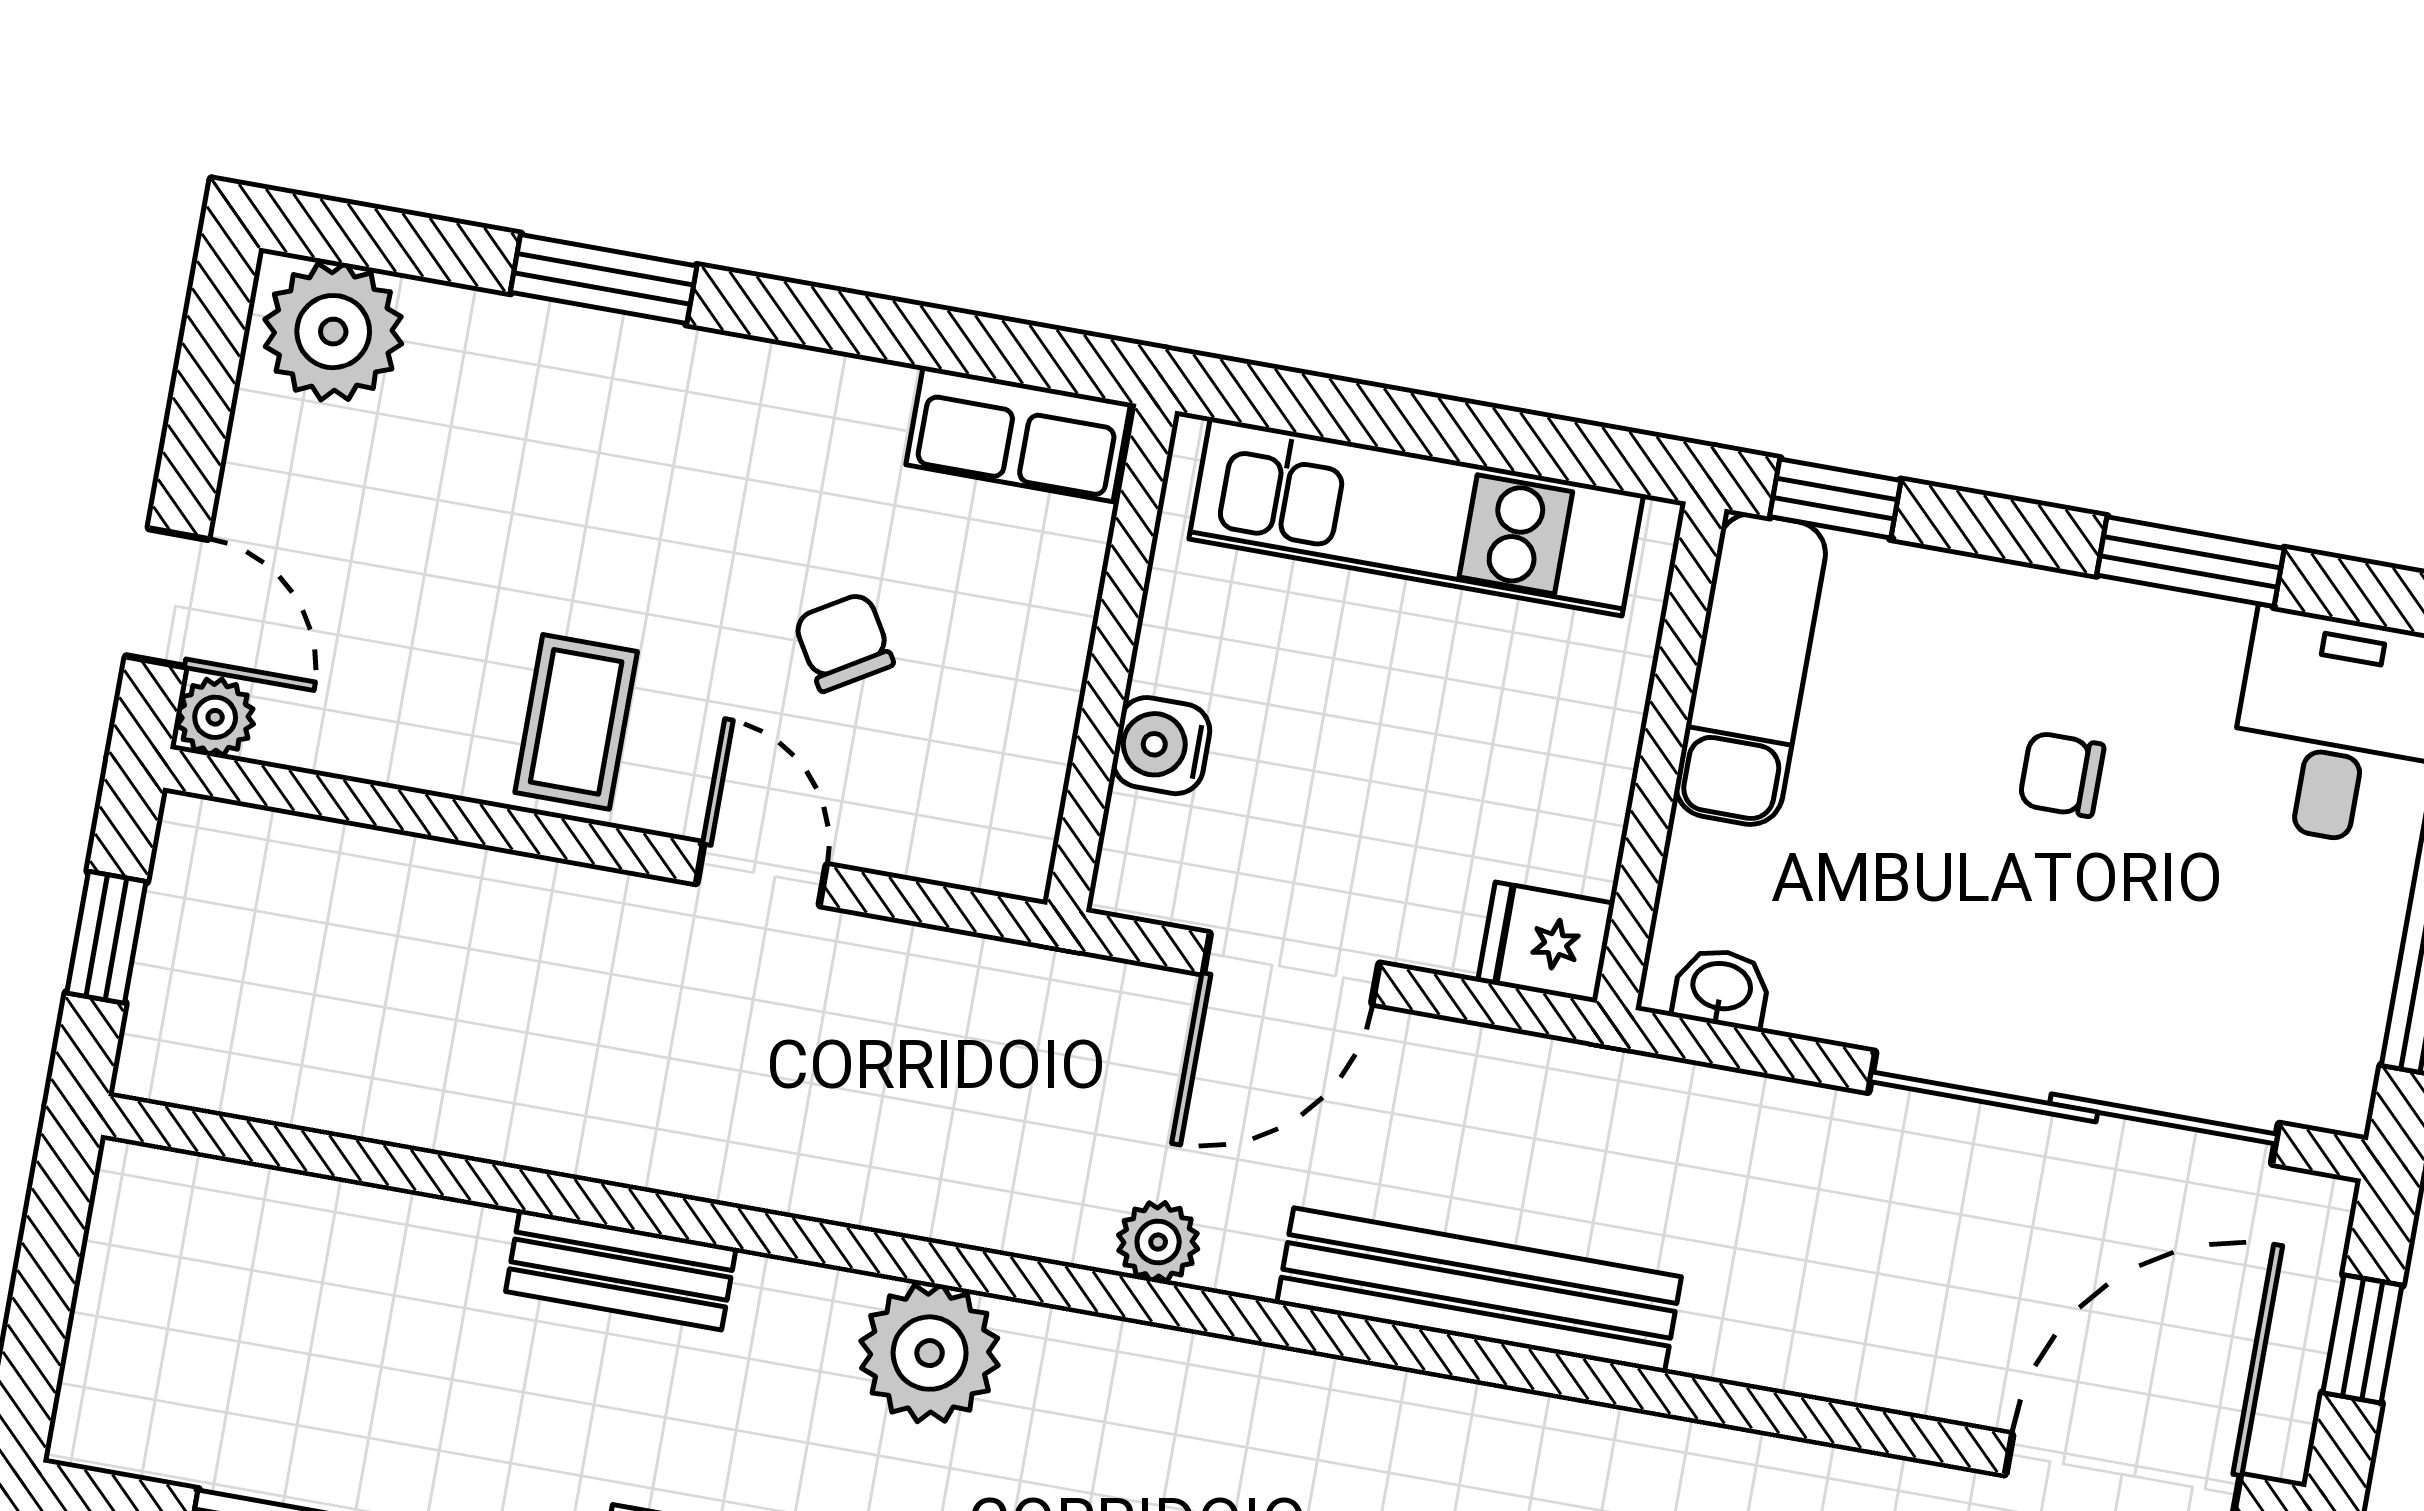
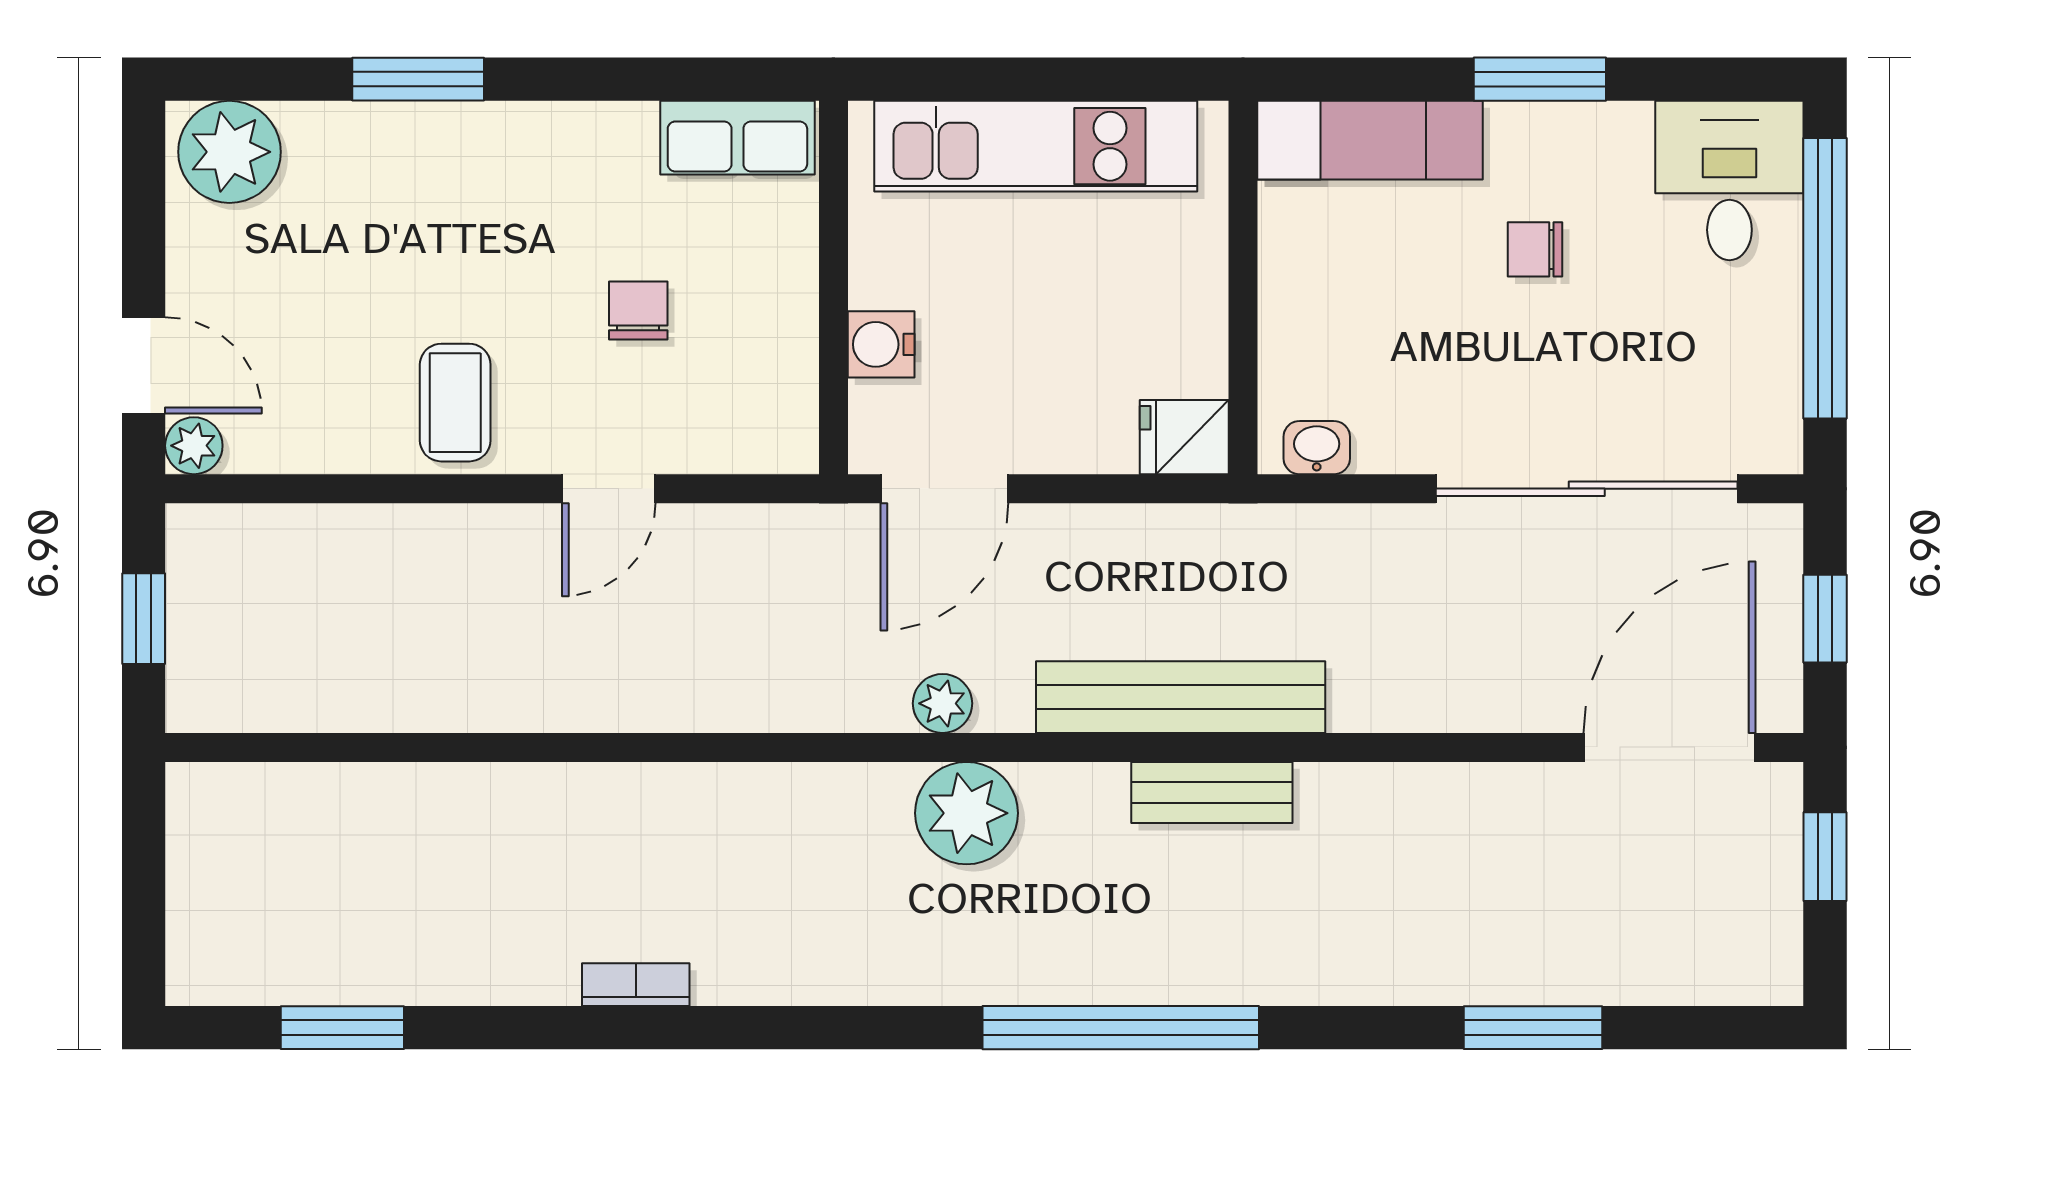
window: (1835, 498) -> (1336, 79), removed
window: (2190, 562) -> (1540, 79), moved
chair: (844, 642) -> (638, 310), turned 31
exam couch: (1751, 669) -> (1370, 140), moved, turned 90
door: (762, 874) -> (609, 489), swing flipped
door: (1291, 968) -> (944, 489), moved
bench: (621, 1270) -> (1212, 792), moved
plant: (930, 1353) -> (967, 813), moved

